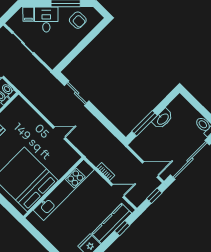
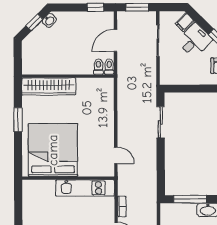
door: (59, 133) -> (116, 155), moved
kitchen unit: (64, 190) -> (85, 188), width x0.73

